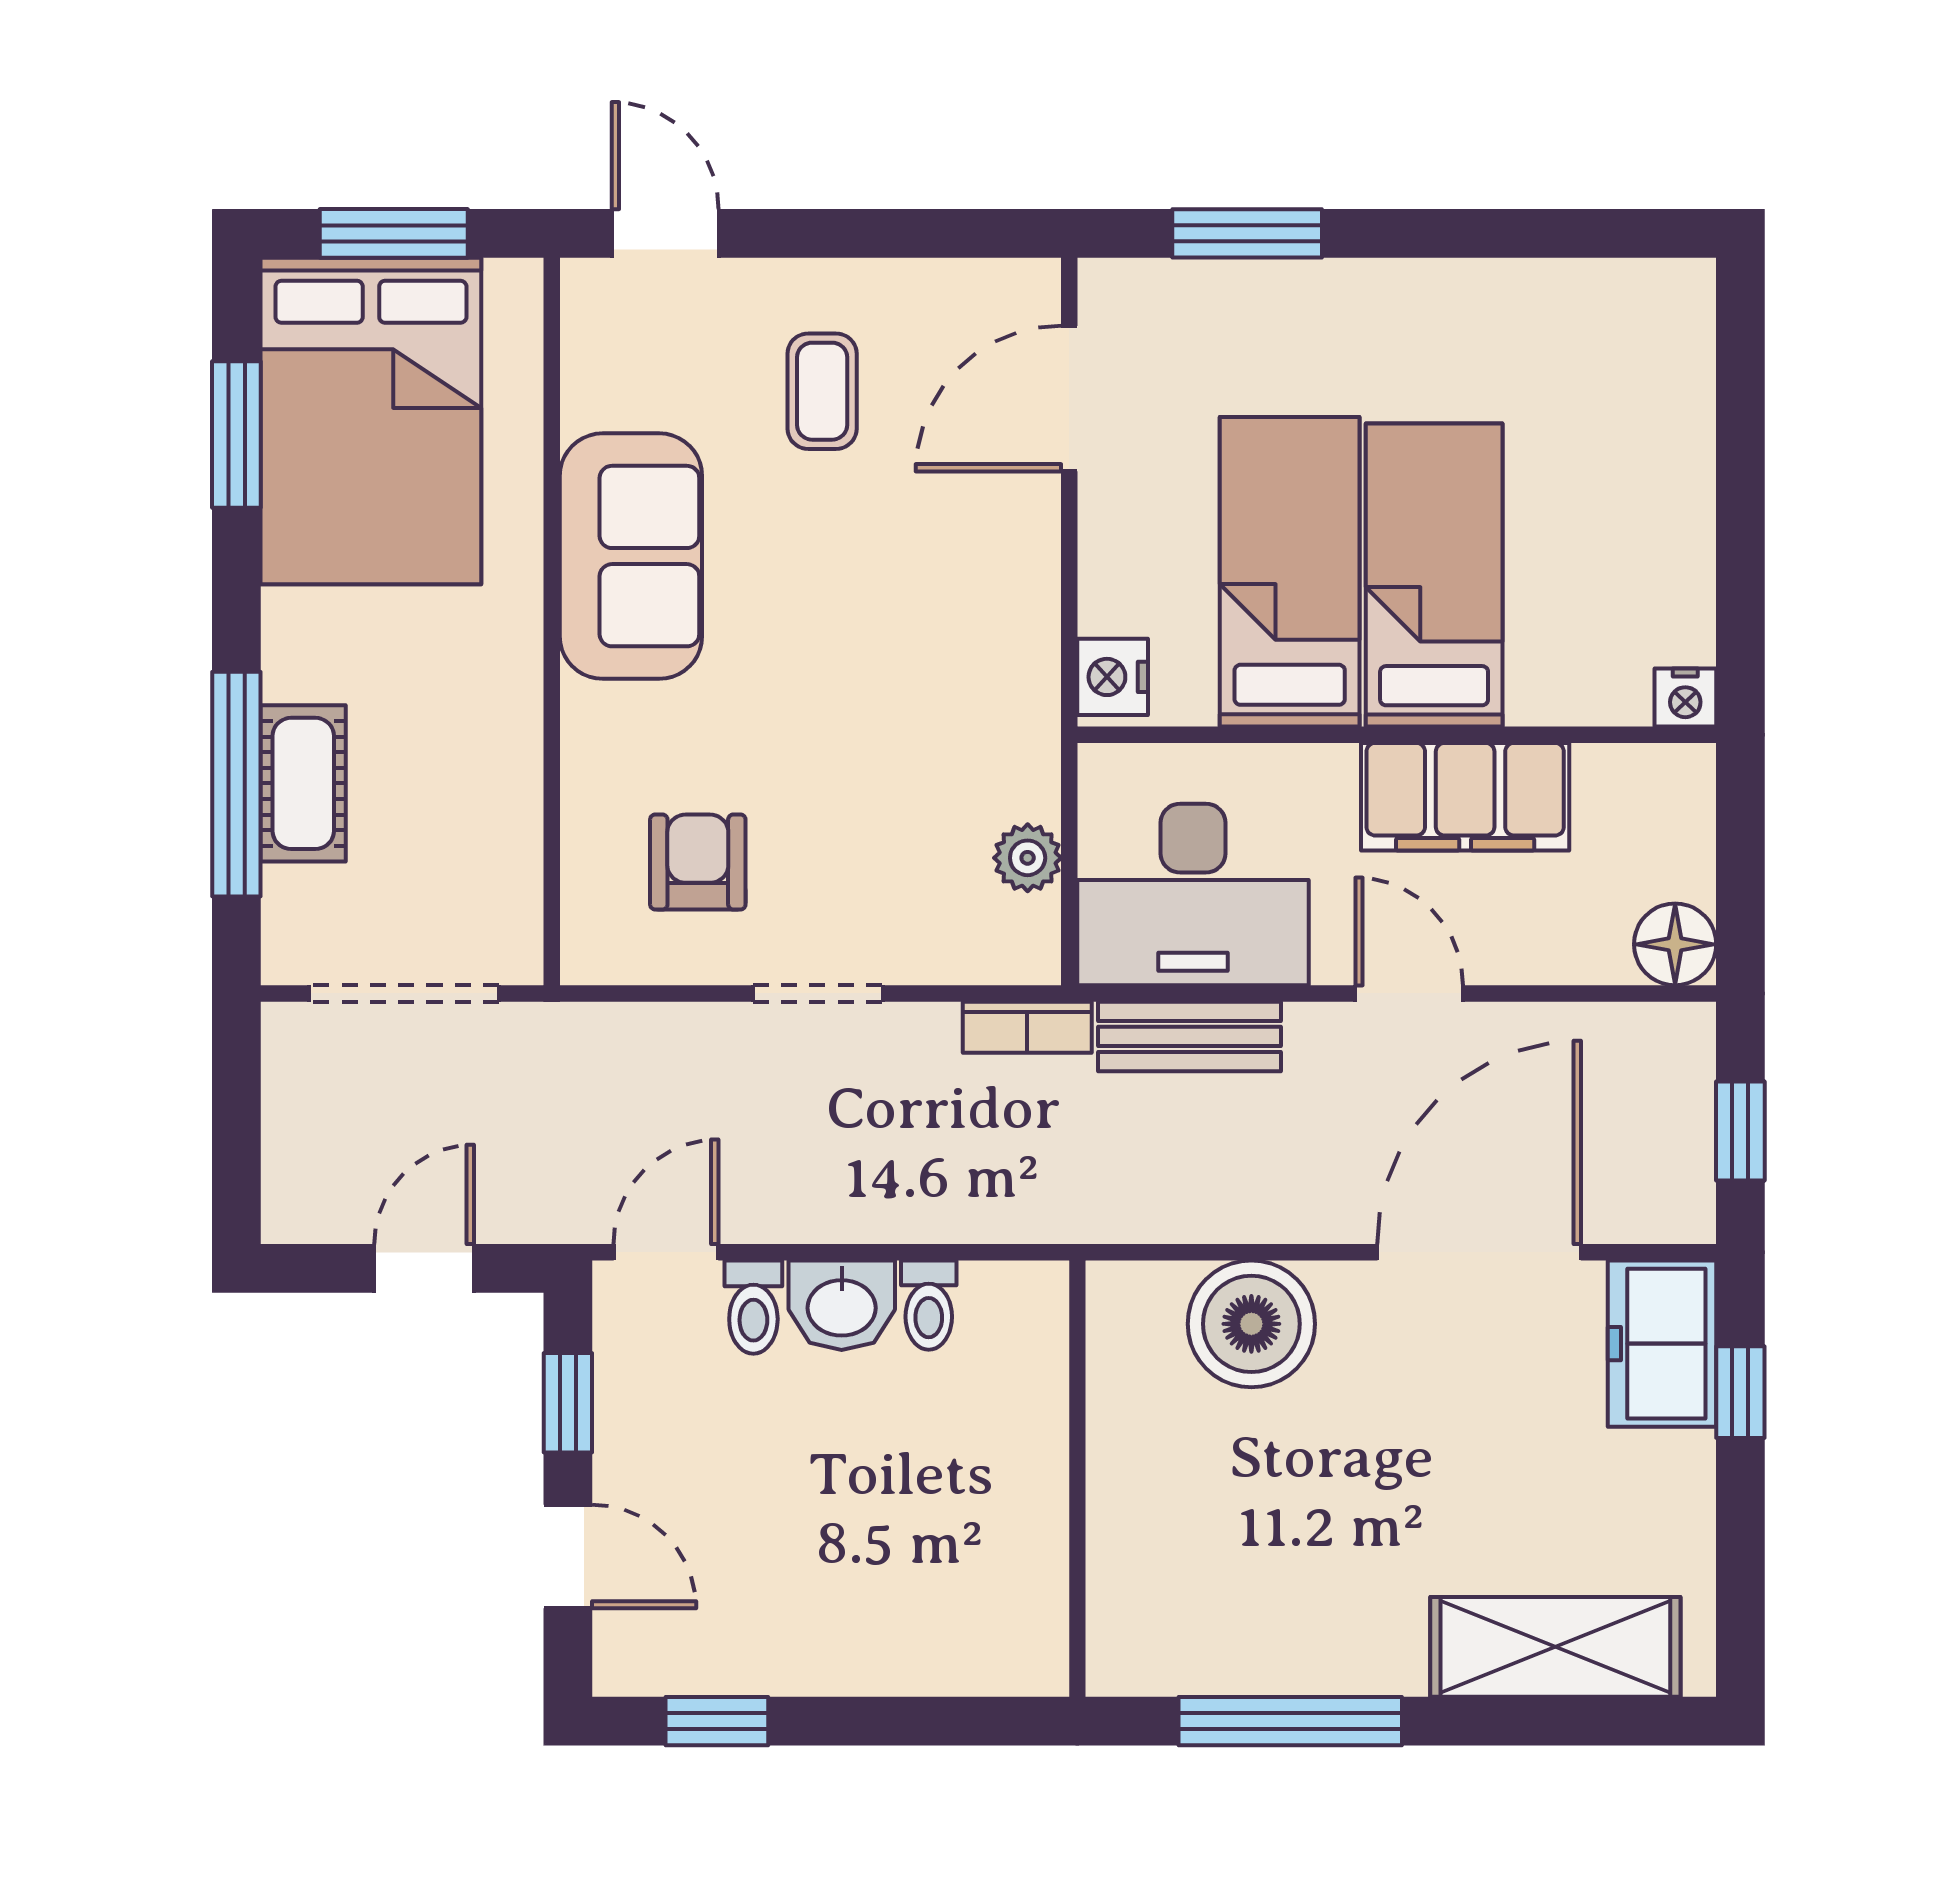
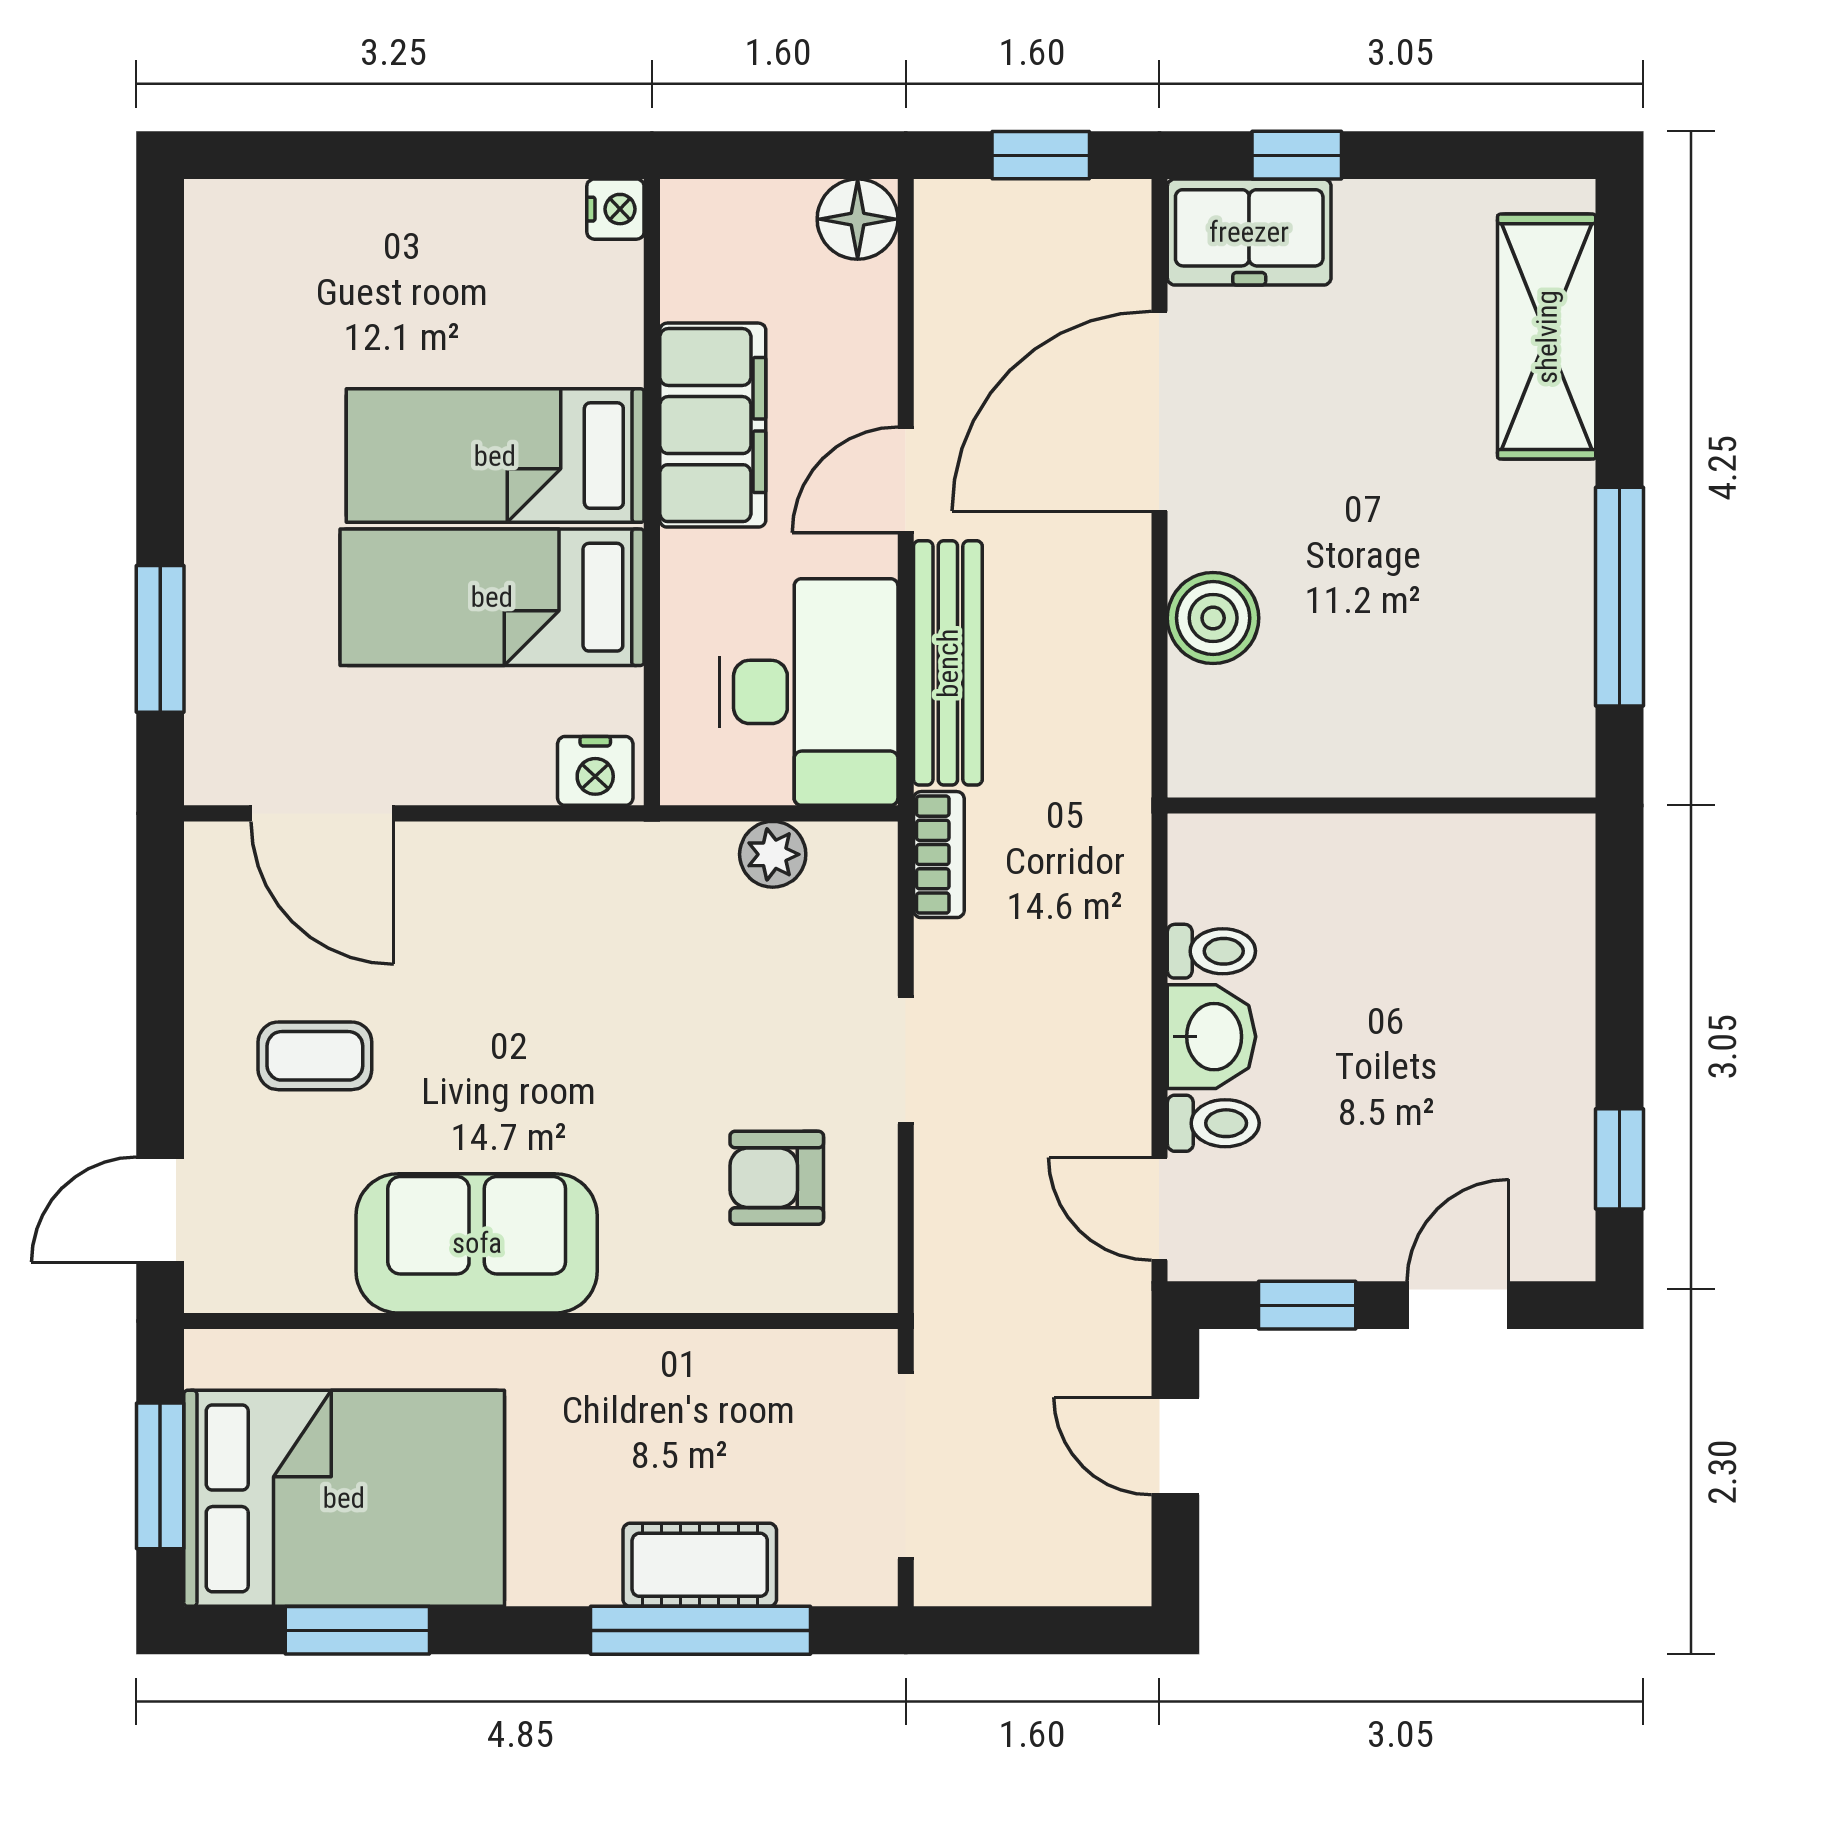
bench: (1189, 1036) -> (948, 663), width x1.36
door: (1479, 1252) -> (1159, 411), hinge flipped
boiler: (1251, 1324) -> (1213, 618), width x0.73, depth x0.73

